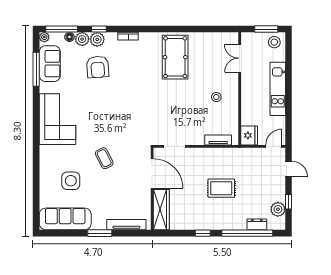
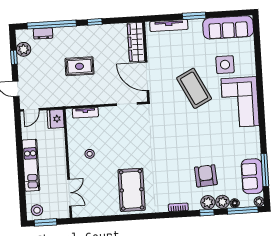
corner sofa: (58, 119) -> (240, 102), moved
coffee table: (104, 158) -> (194, 88), width x1.86, depth x1.72

